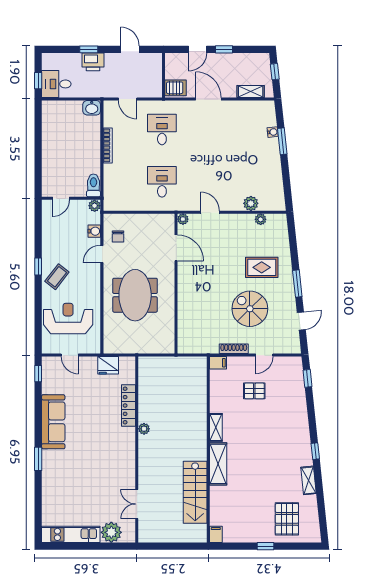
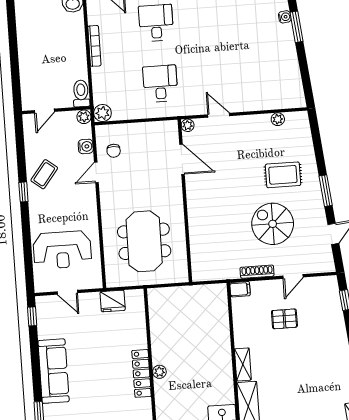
plant: (251, 203) -> (103, 113), moved
coffee table: (57, 277) -> (44, 174), moved
meeting table: (135, 295) -> (144, 241), moved
reception desk: (68, 319) -> (62, 250), turned 180
locker: (129, 405) -> (142, 373), moved

